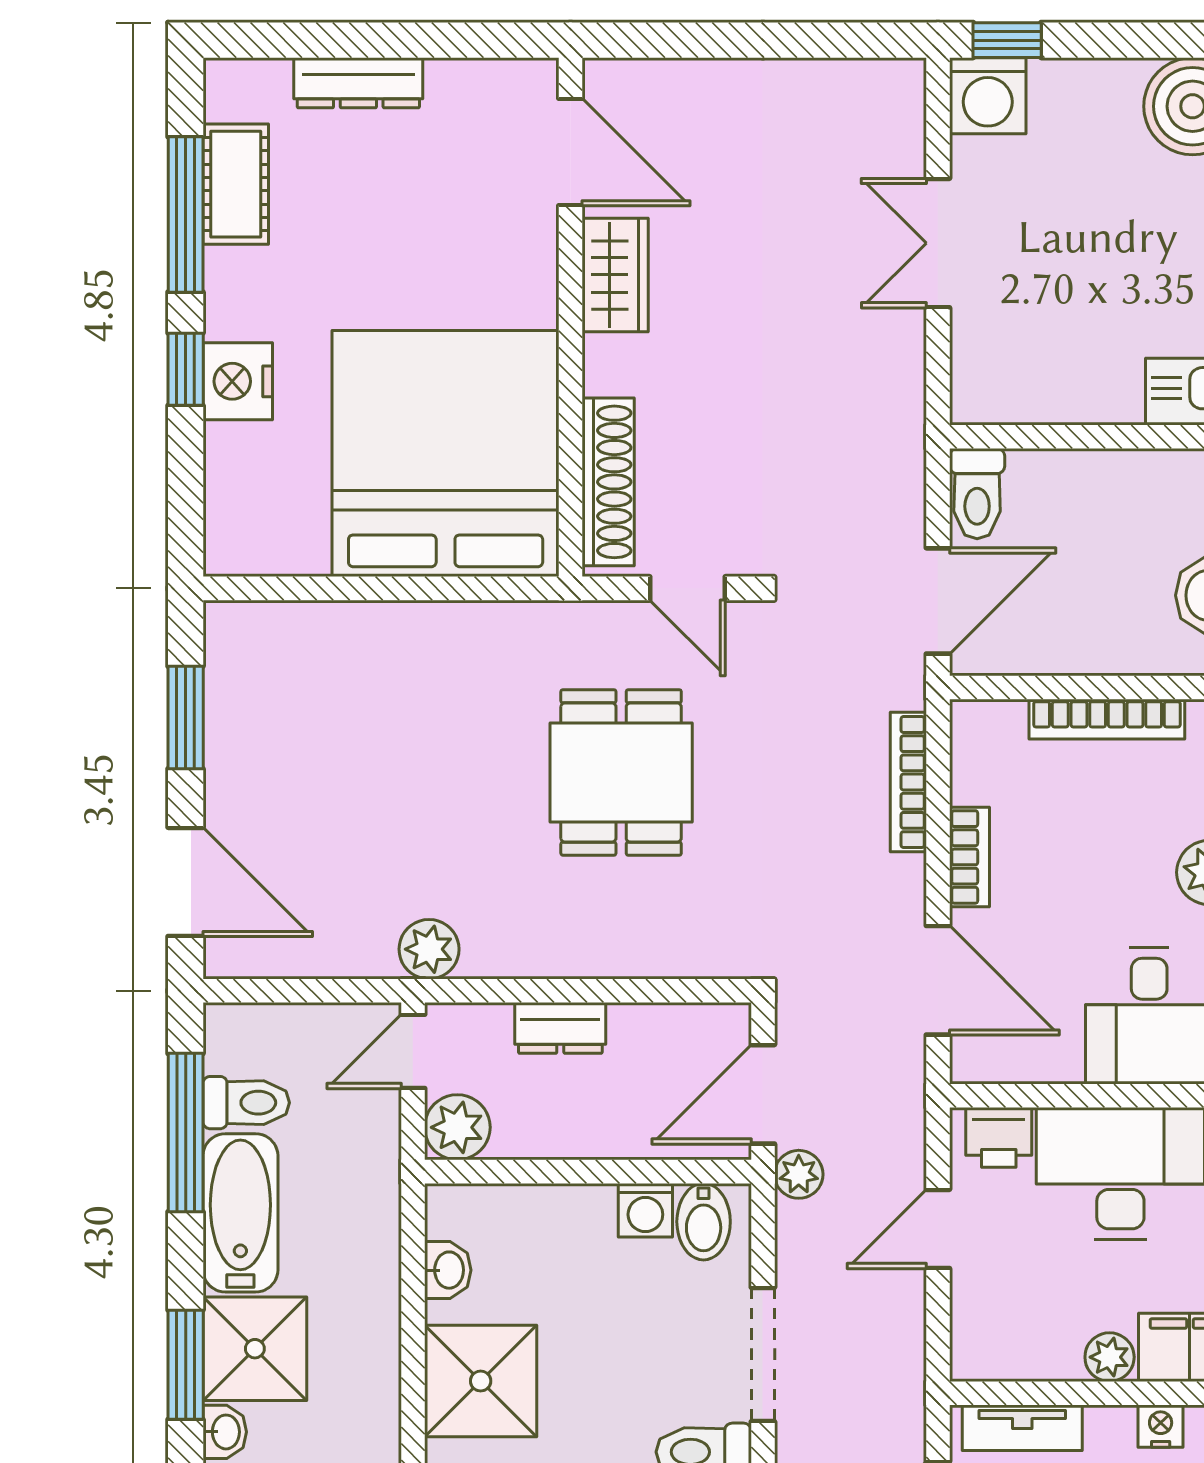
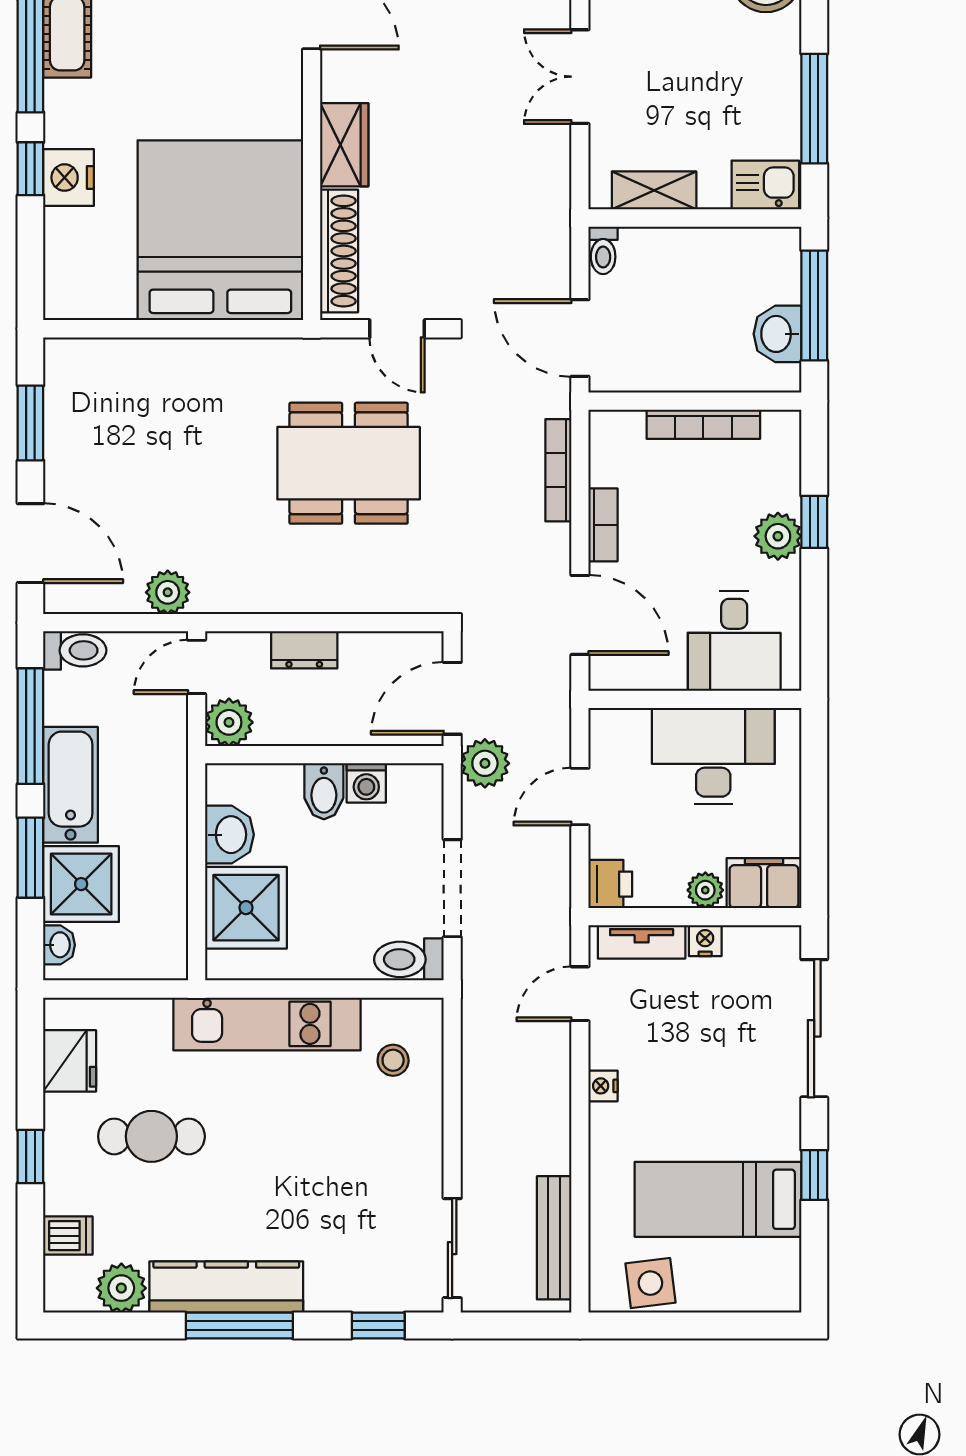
wardrobe: (615, 275) -> (344, 145), moved
shelving: (1039, 399) -> (654, 190), added
toilet: (977, 494) -> (603, 250), width x0.73, depth x0.72
door: (938, 601) -> (580, 338), swing flipped
dining table: (621, 772) -> (349, 463), width x1.38
plant: (429, 949) -> (168, 592), moved
toilet: (246, 1103) -> (75, 650), moved
printer: (999, 1137) -> (610, 884), moved, turned -90
plant: (799, 1174) -> (485, 763), width x1.38, depth x1.38
bidet: (704, 1222) -> (324, 791), moved
washbasin: (448, 1270) -> (229, 835), width x1.38, depth x1.45
window: (186, 1365) -> (30, 858), moved
nightstand: (1161, 1426) -> (705, 941), moved

